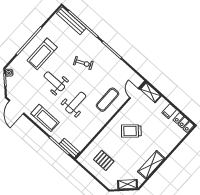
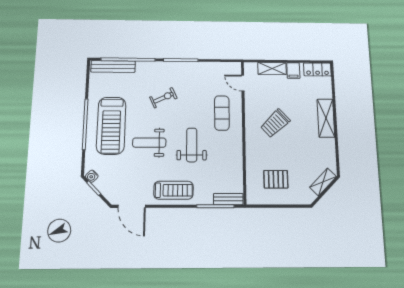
treadmill: (42, 54) -> (111, 126), width x1.37, depth x1.38
shelving: (150, 92) -> (272, 68), moved
shelving: (151, 165) -> (326, 118), moved

